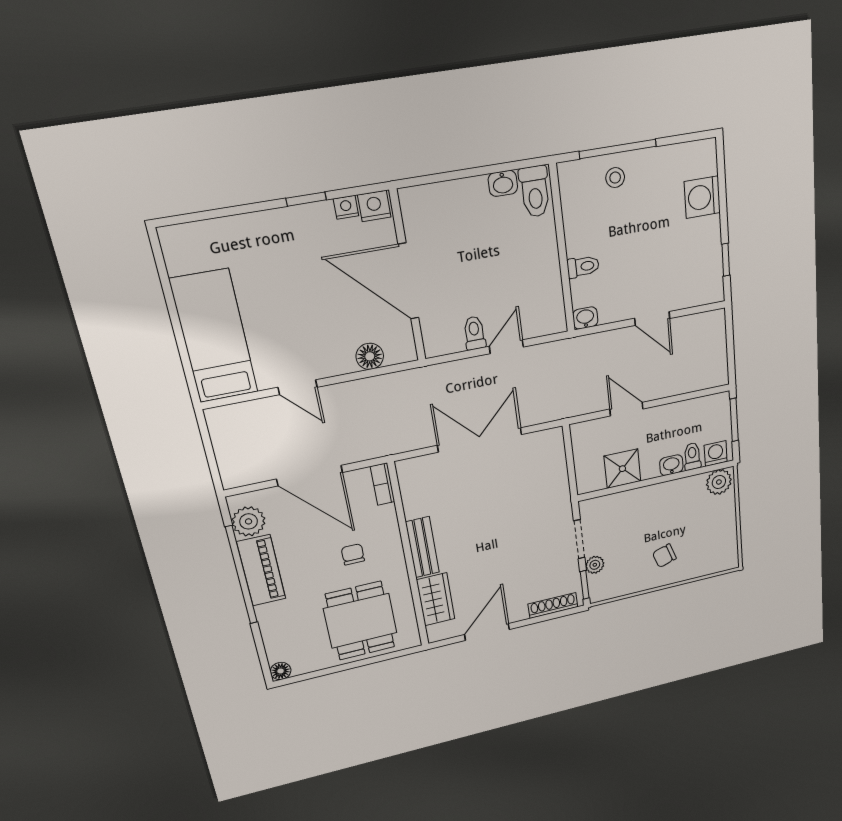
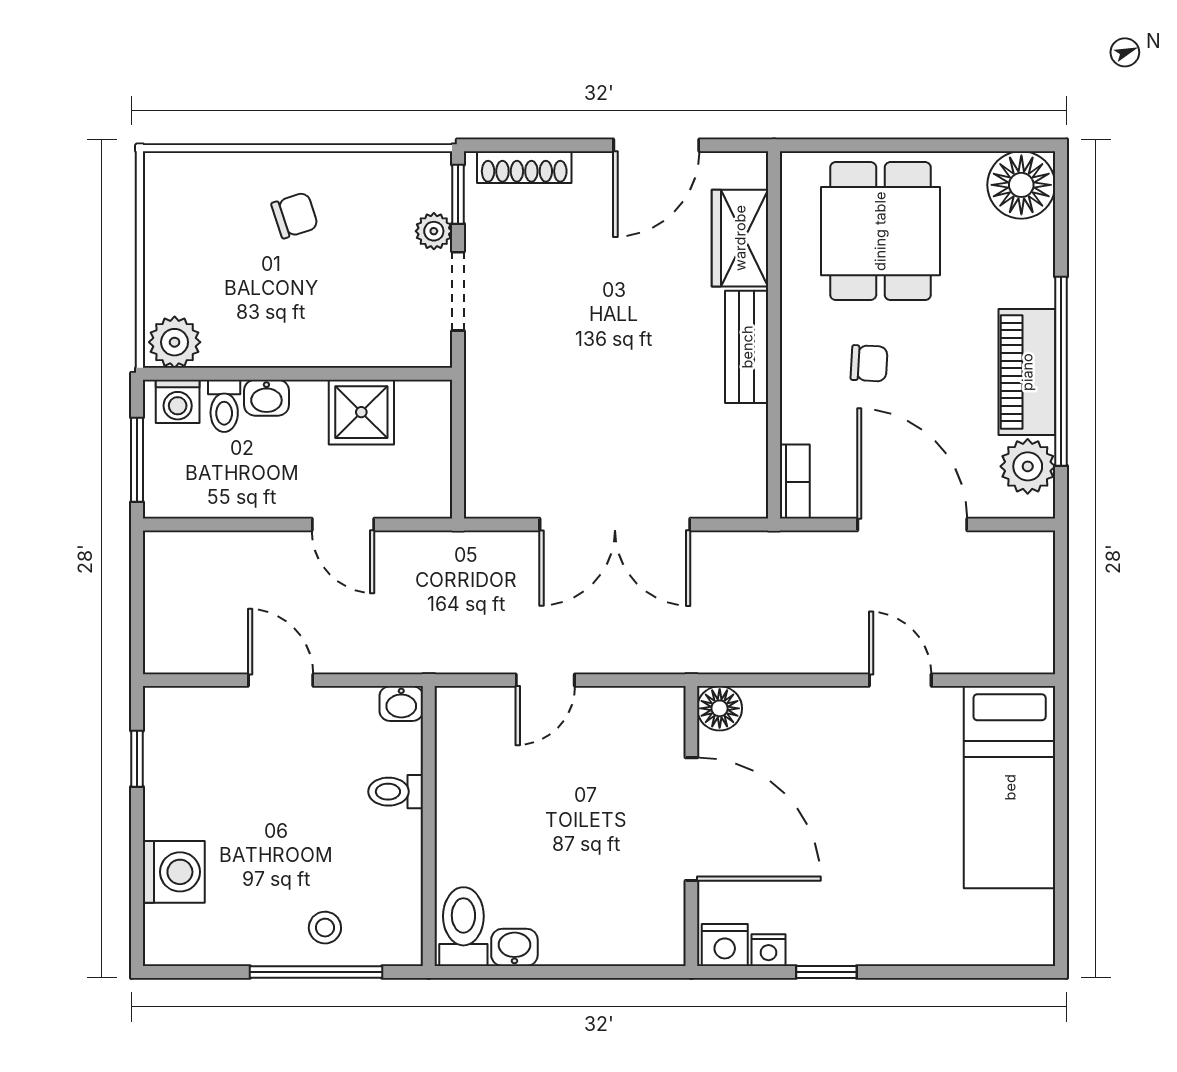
toilet: (474, 333) -> (596, 714), removed
floor lamp: (370, 356) -> (720, 708), moved
chair: (353, 554) -> (869, 363), turned -87
floor lamp: (281, 671) -> (1021, 185), width x1.89, depth x1.89

